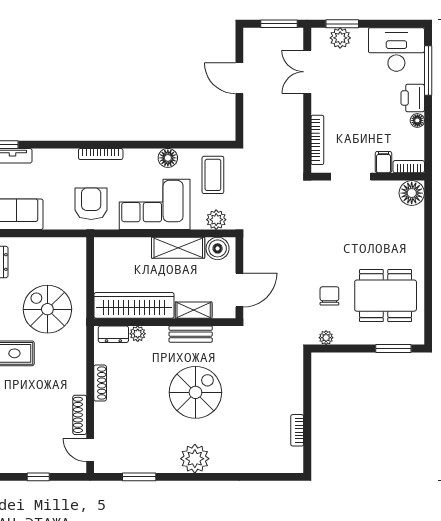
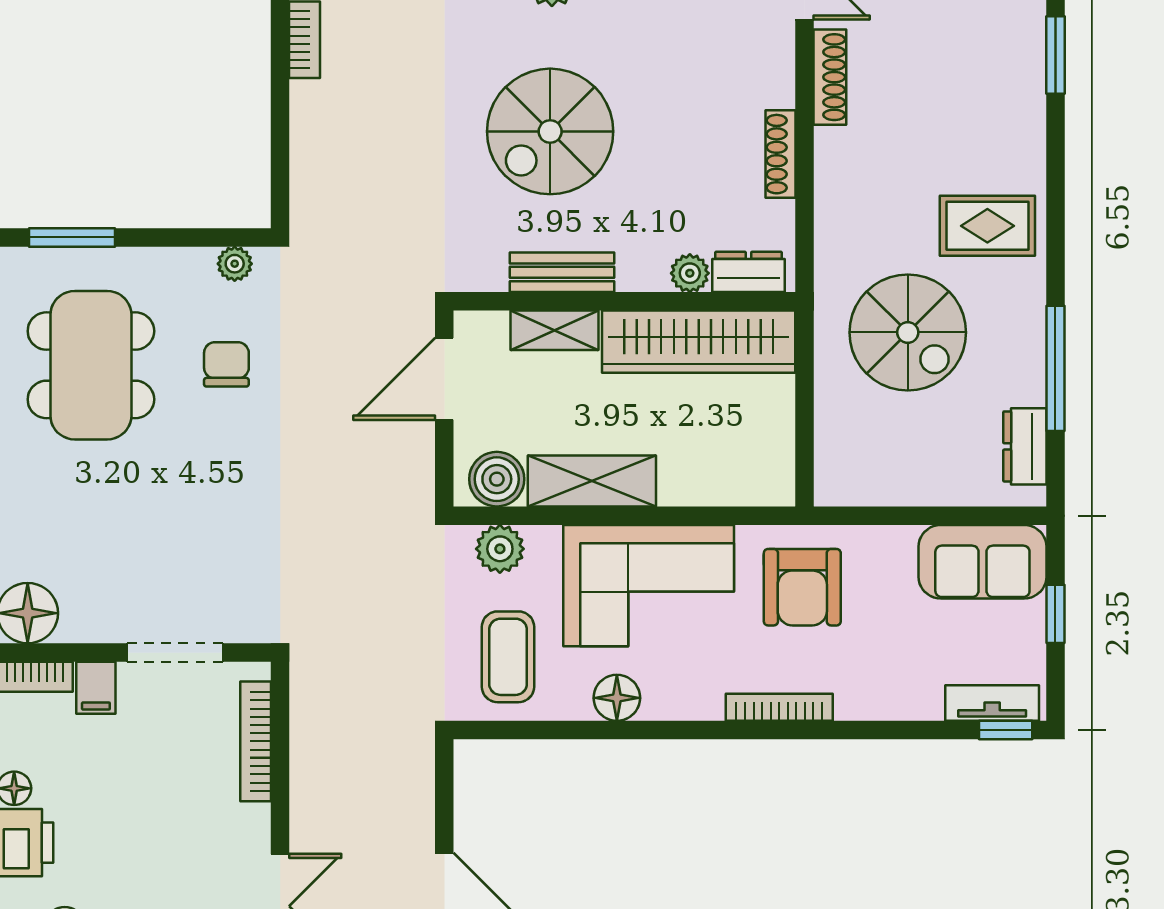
chair: (329, 296) -> (226, 364), turned 180
dining table: (386, 296) -> (91, 365), turned 90

